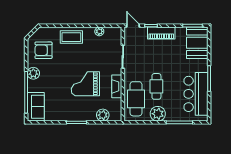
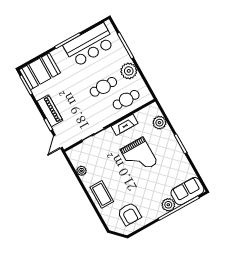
plant: (33, 73) -> (168, 205), moved
cafe table: (136, 99) -> (126, 100), width x0.73, depth x0.74

